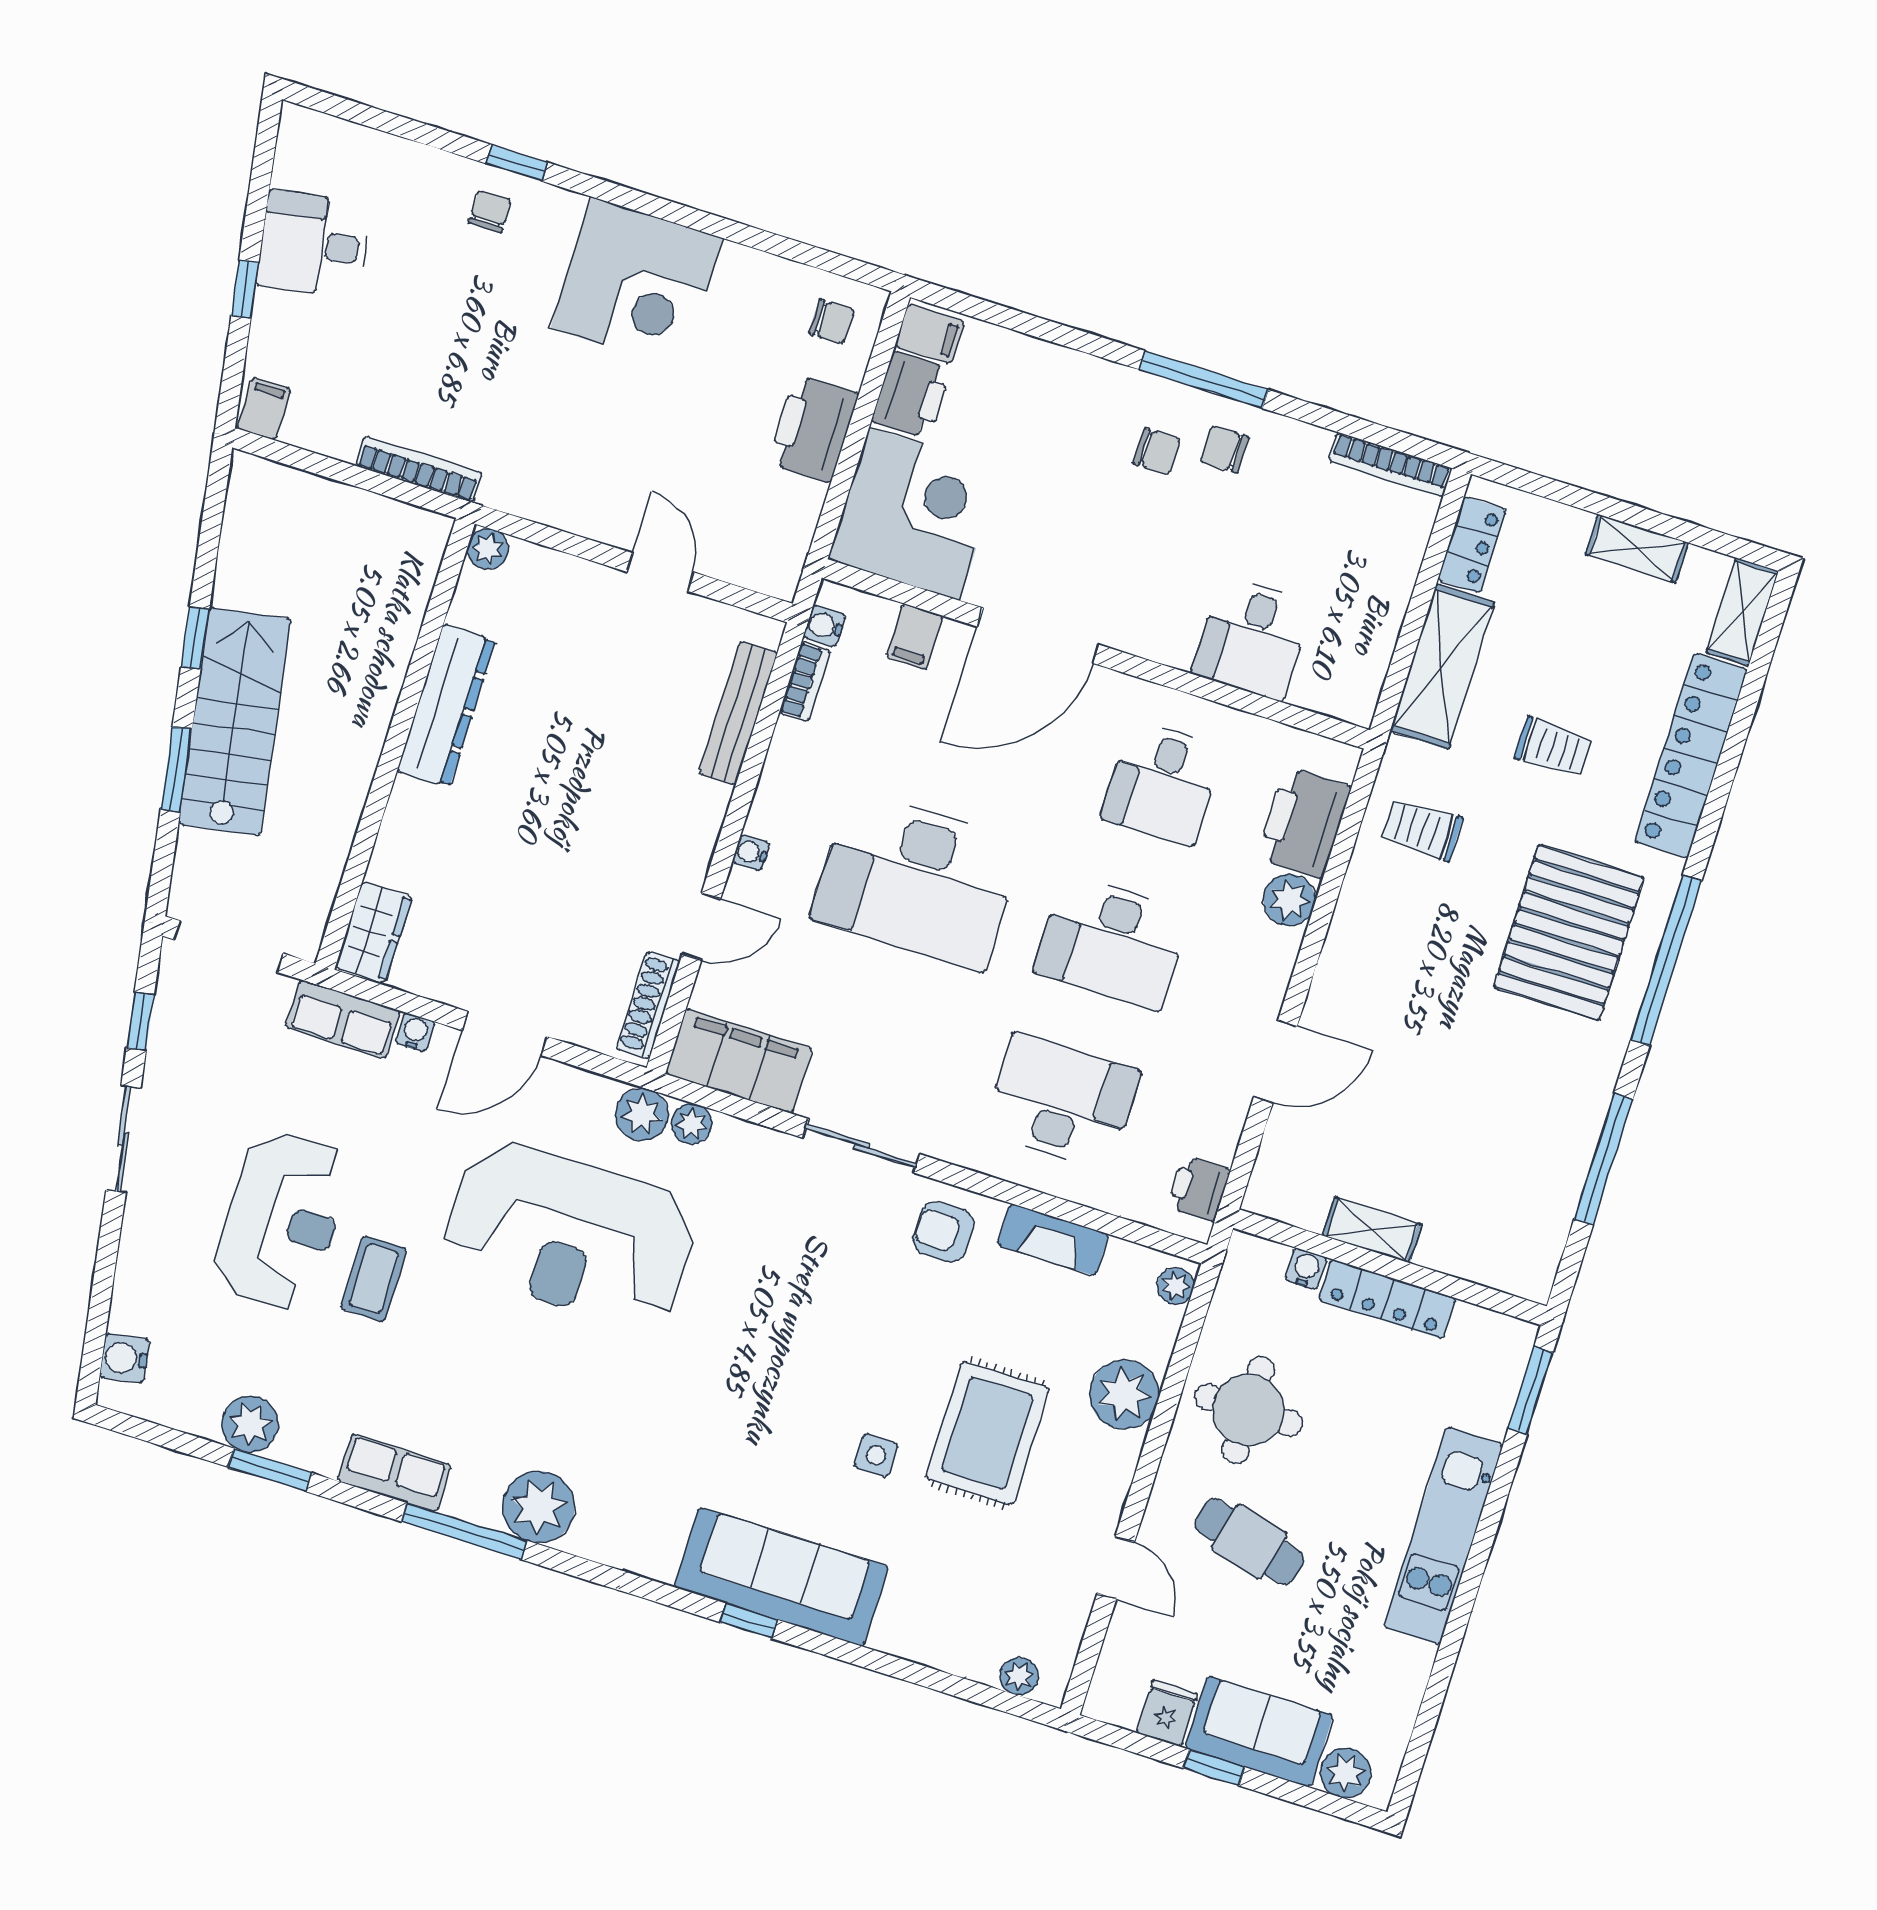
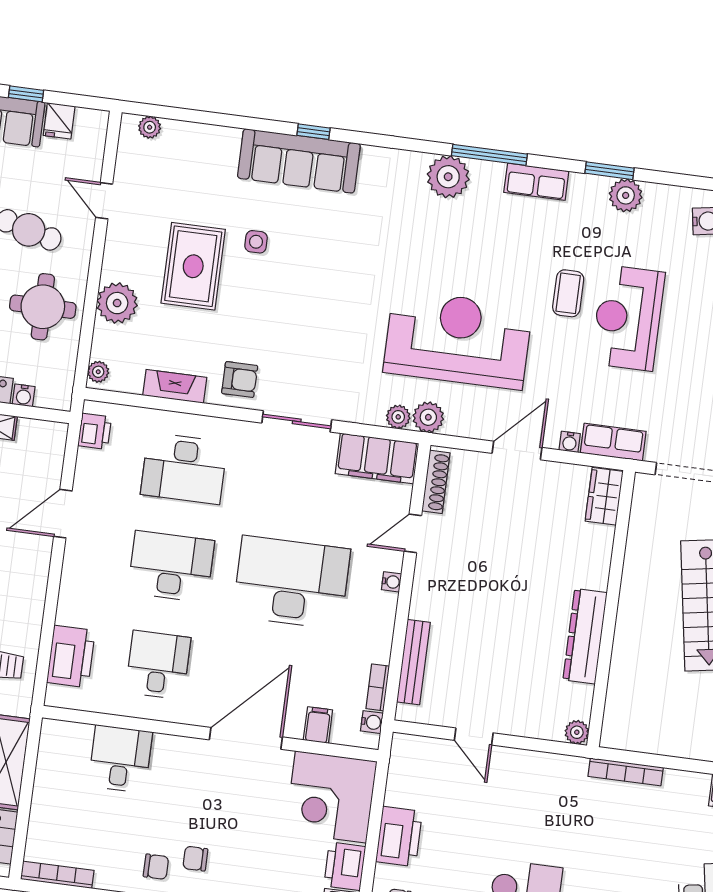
plant: (1289, 900) -> (72, 610), removed

